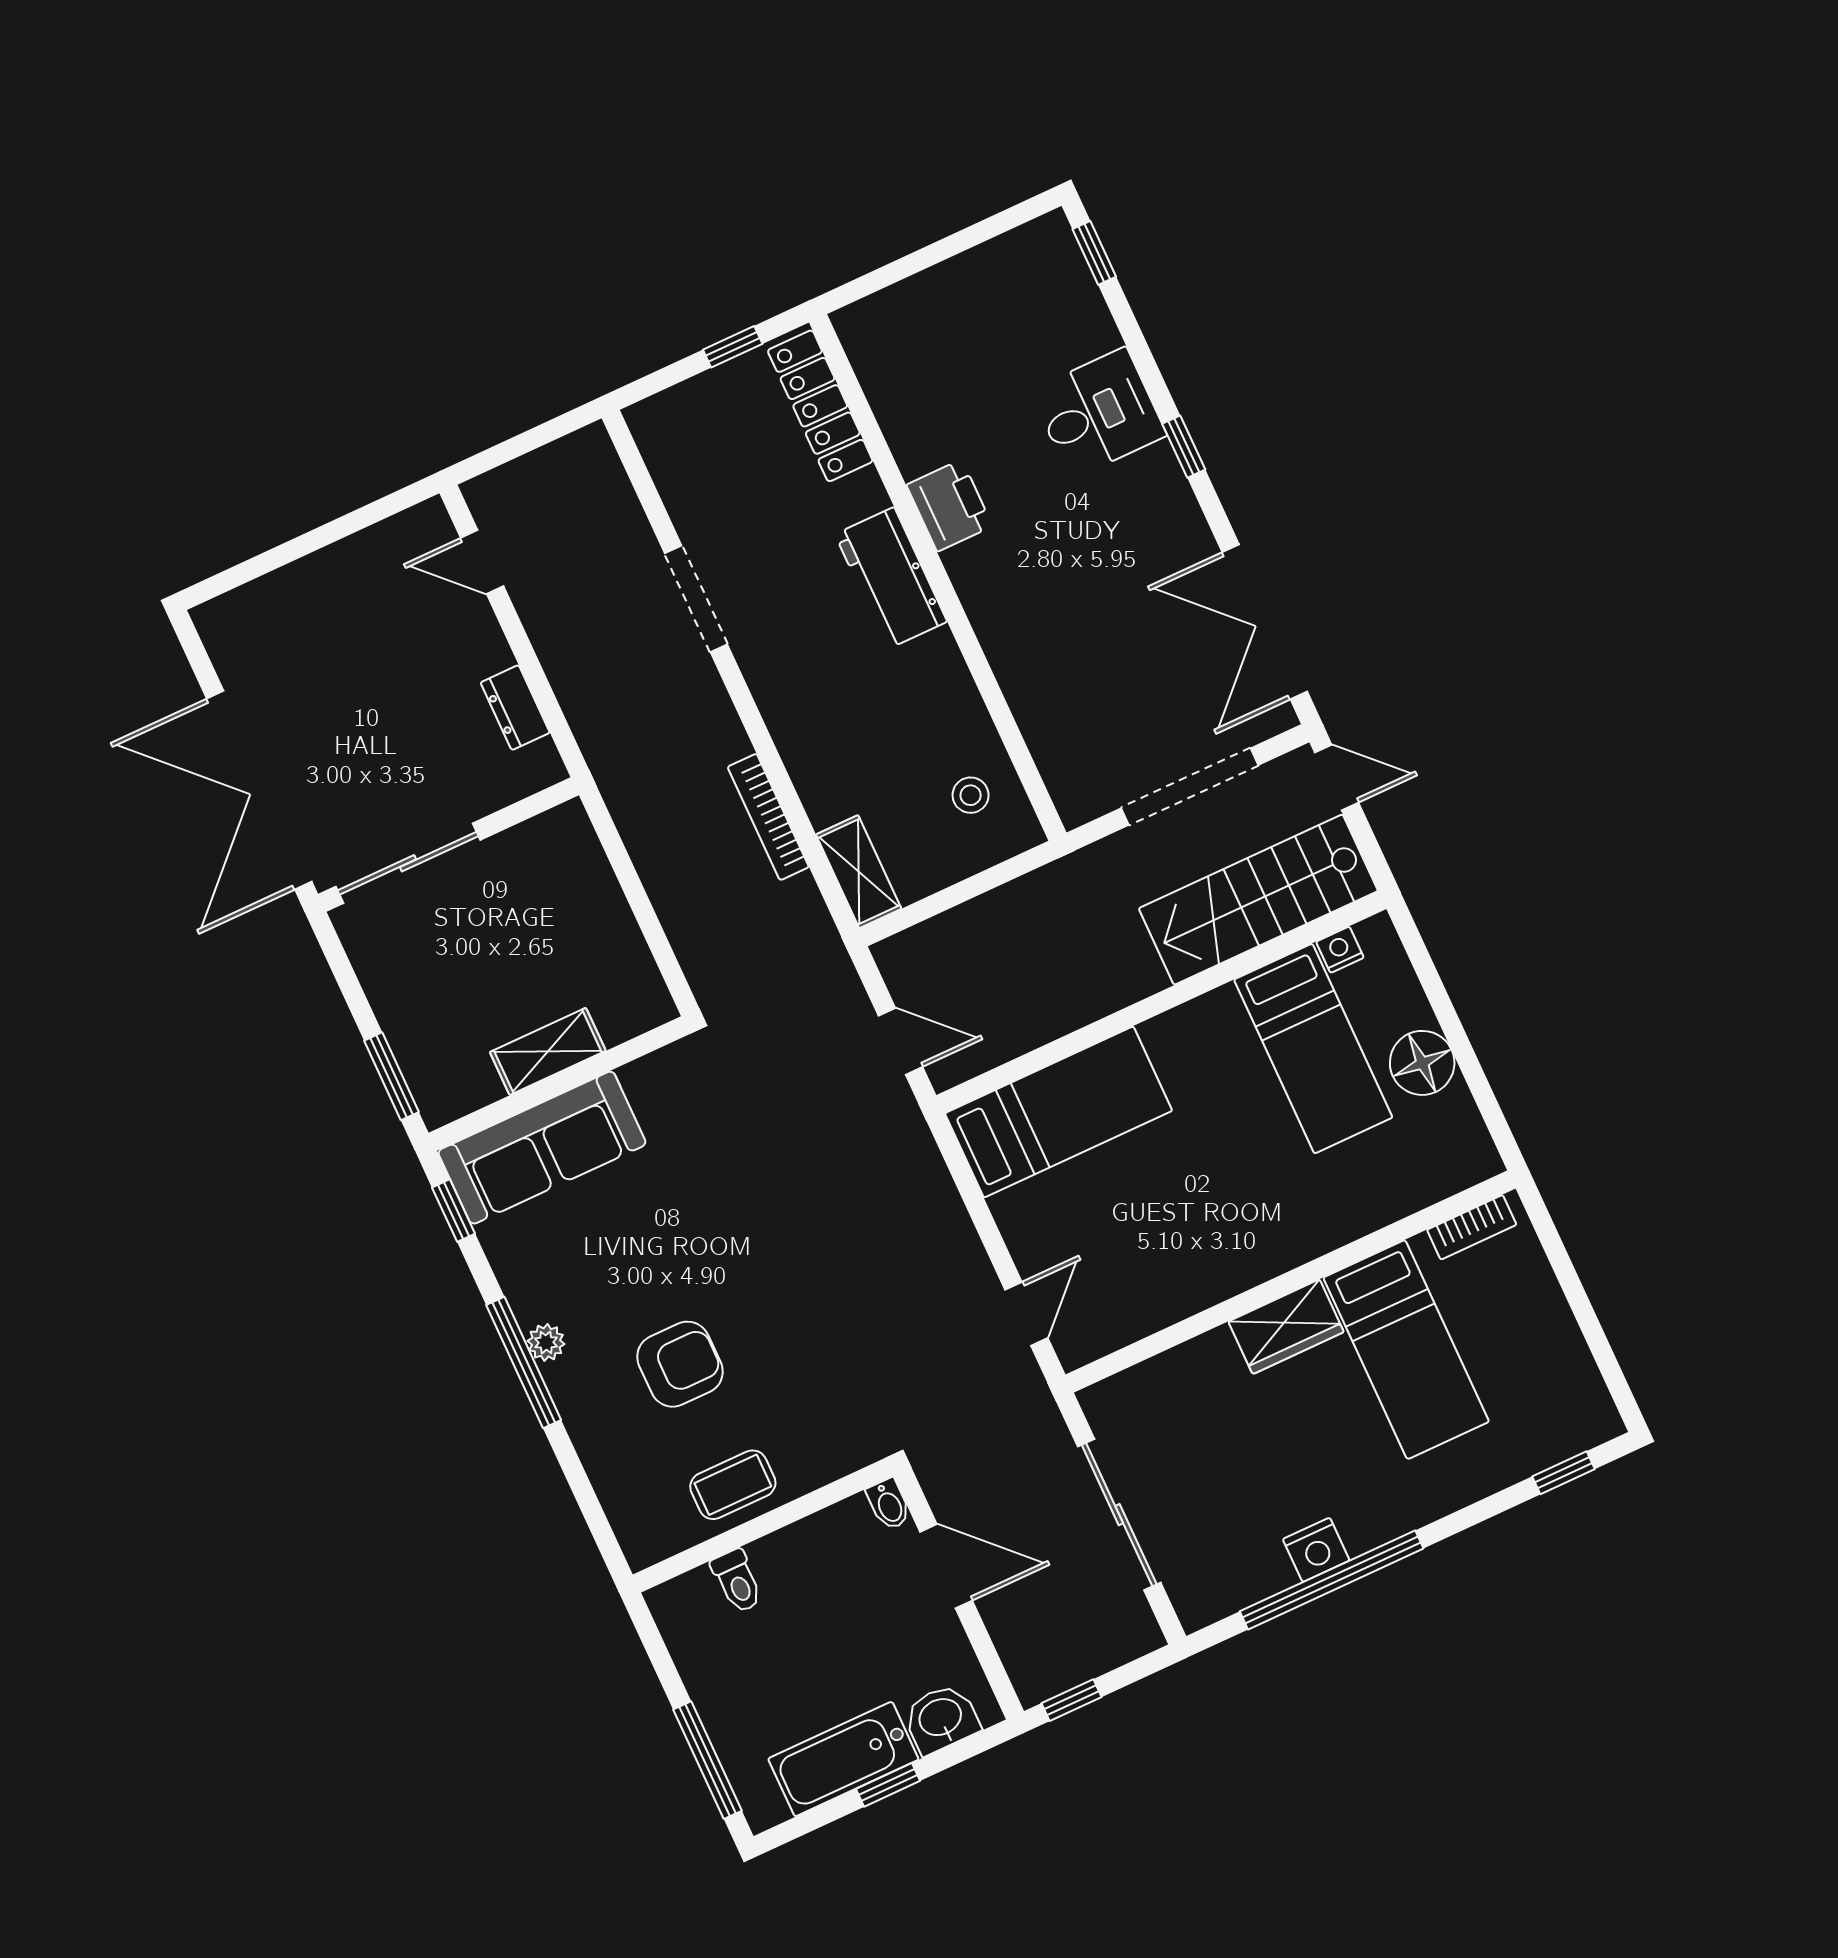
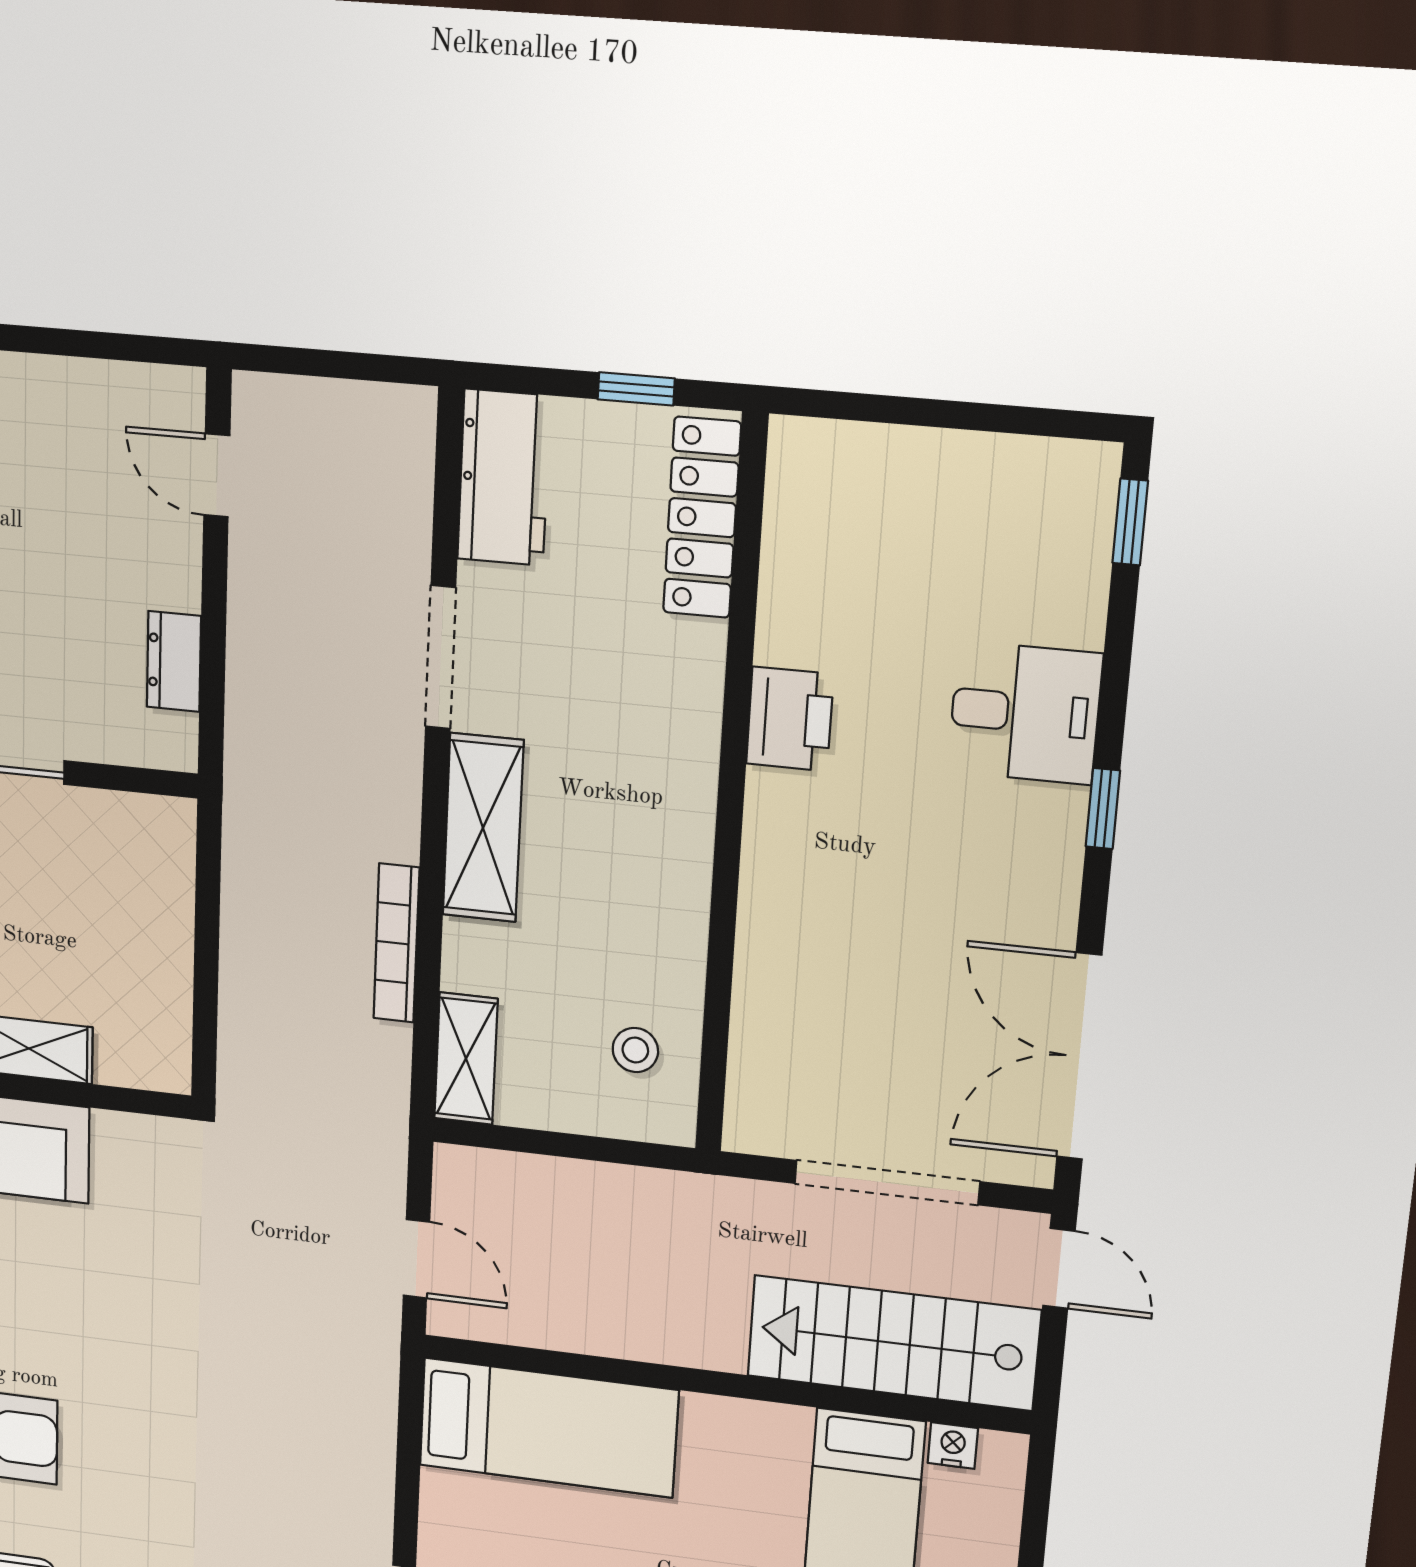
workbench: (891, 578) -> (504, 478), moved, turned 180
shelving: (785, 700) -> (483, 828), added

